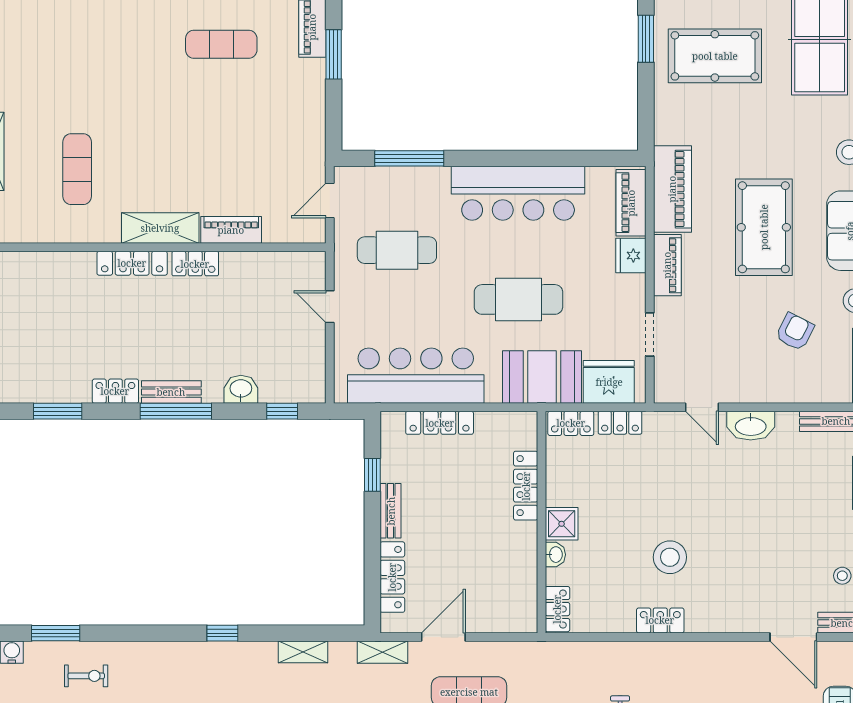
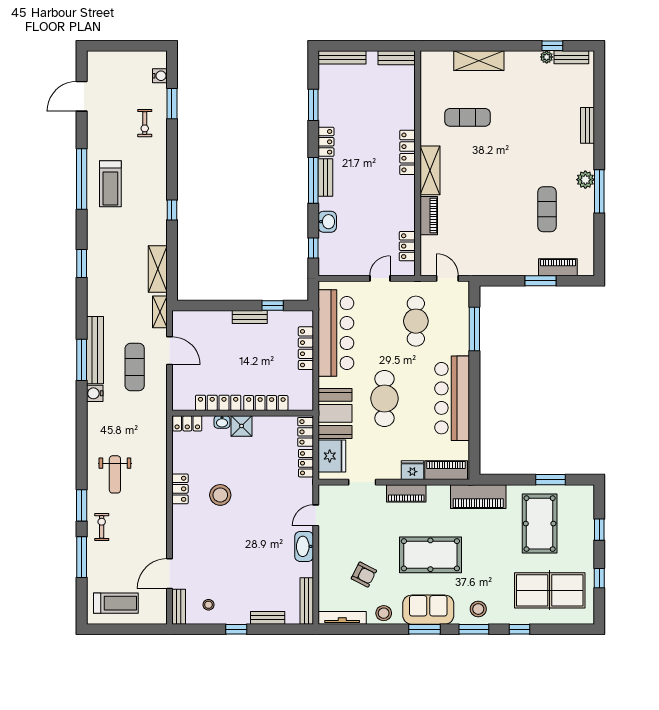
piano: (672, 189) -> (478, 497), moved
locker: (195, 264) -> (407, 246), moved
locker: (392, 577) -> (218, 403), moved, turned 180
shelving: (303, 652) -> (158, 269), width x1.50, depth x1.33

